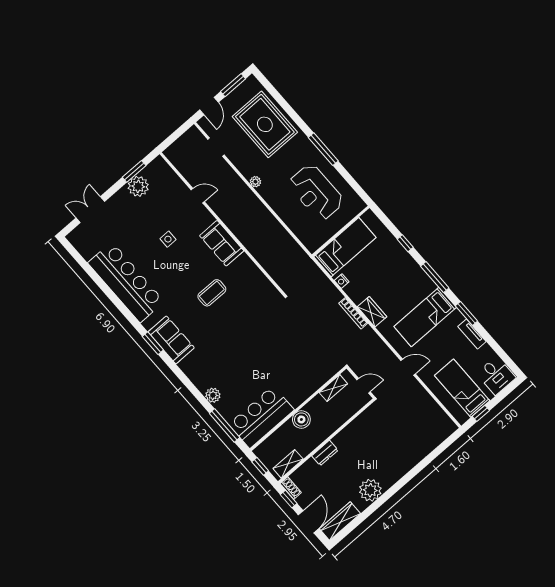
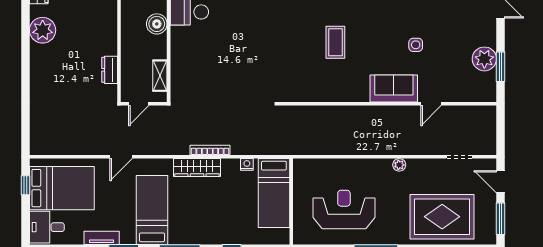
sofa: (222, 243) -> (394, 89), moved
wardrobe: (372, 312) -> (197, 168), width x1.50
bed: (462, 388) -> (62, 188), width x1.50
dresser: (325, 453) -> (110, 70), moved

